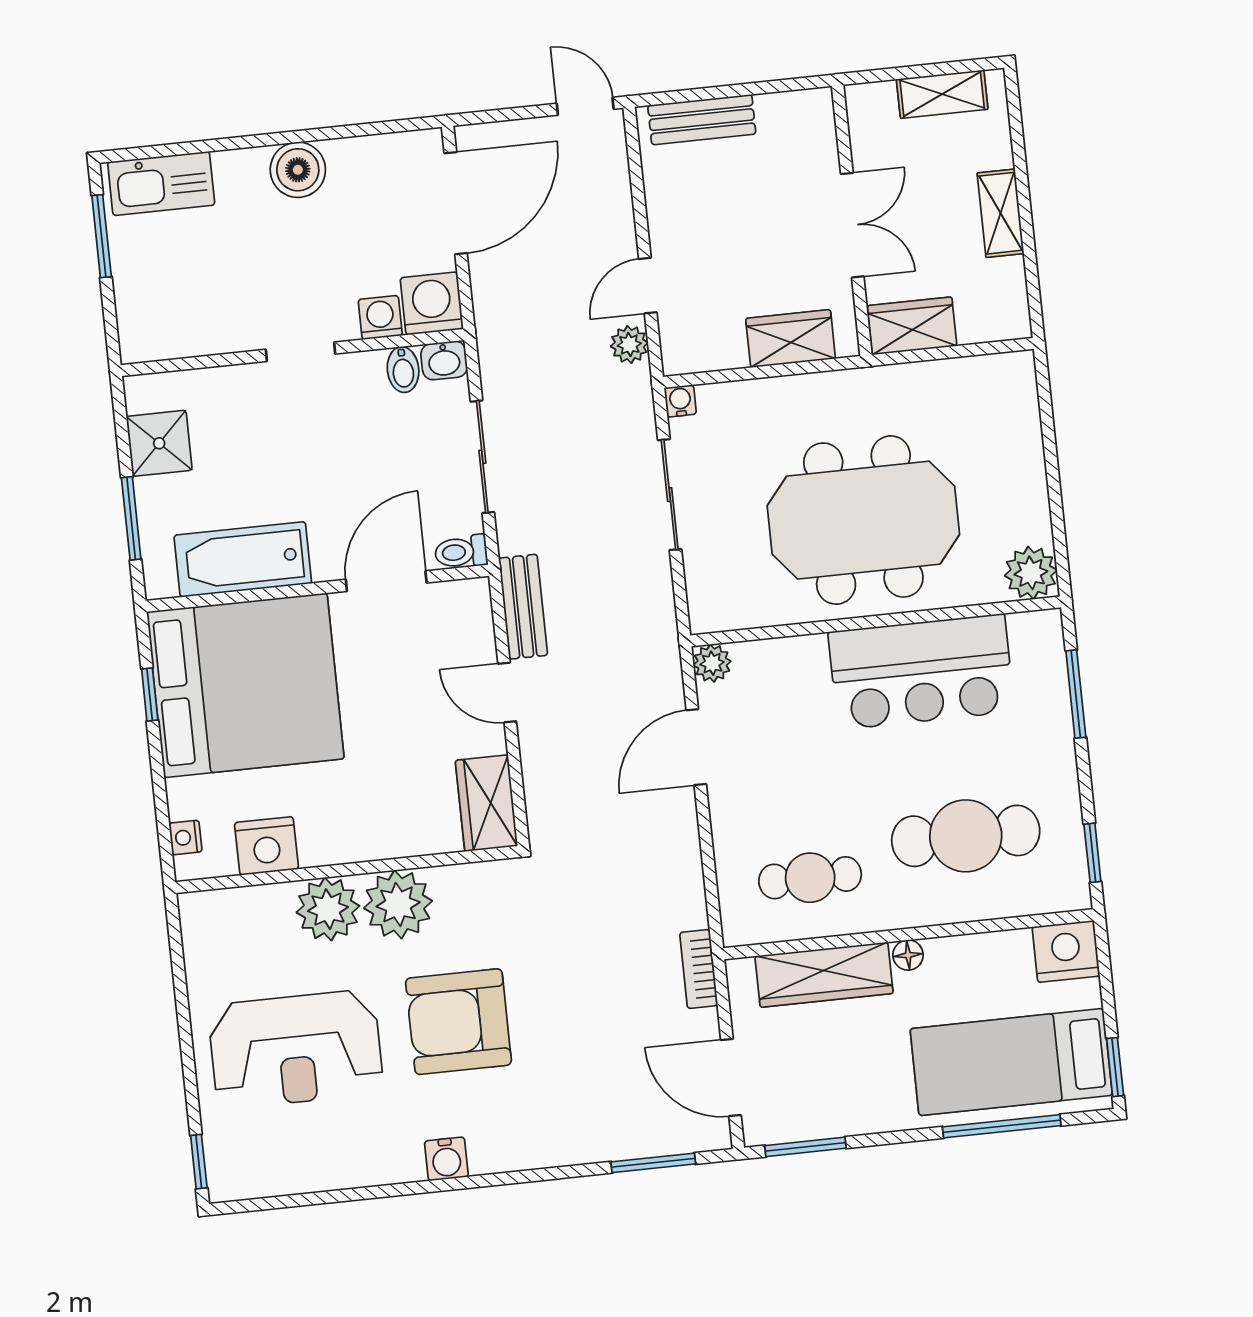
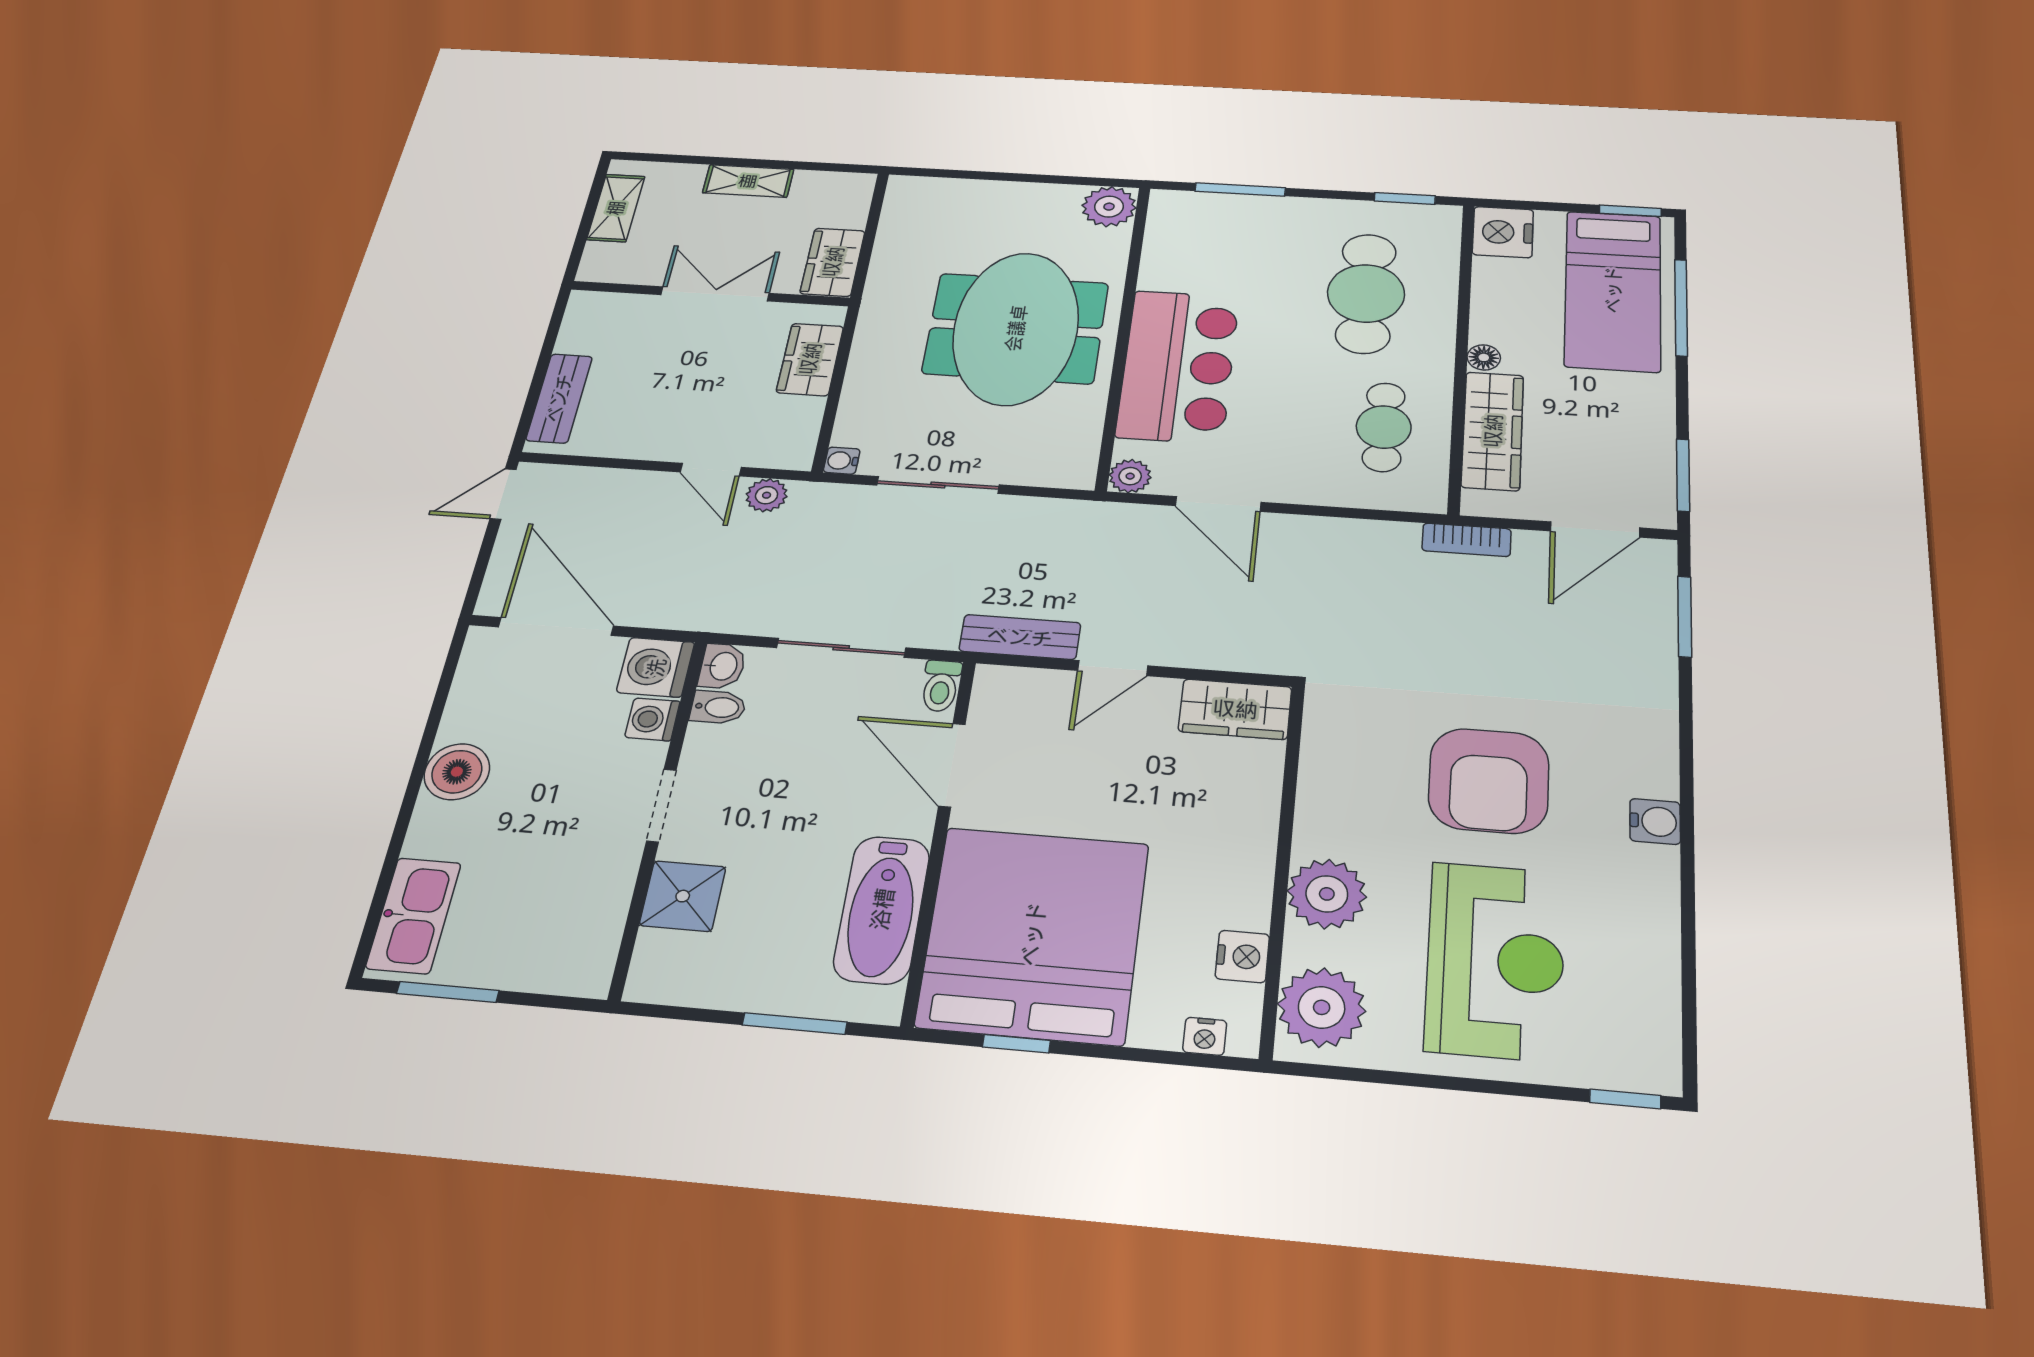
shower: (159, 443) -> (683, 896), moved
bar counter: (921, 672) -> (1178, 366), moved
nightstand: (267, 846) -> (1242, 956), width x0.74, depth x0.75
plant: (398, 904) -> (1322, 1007), moved

